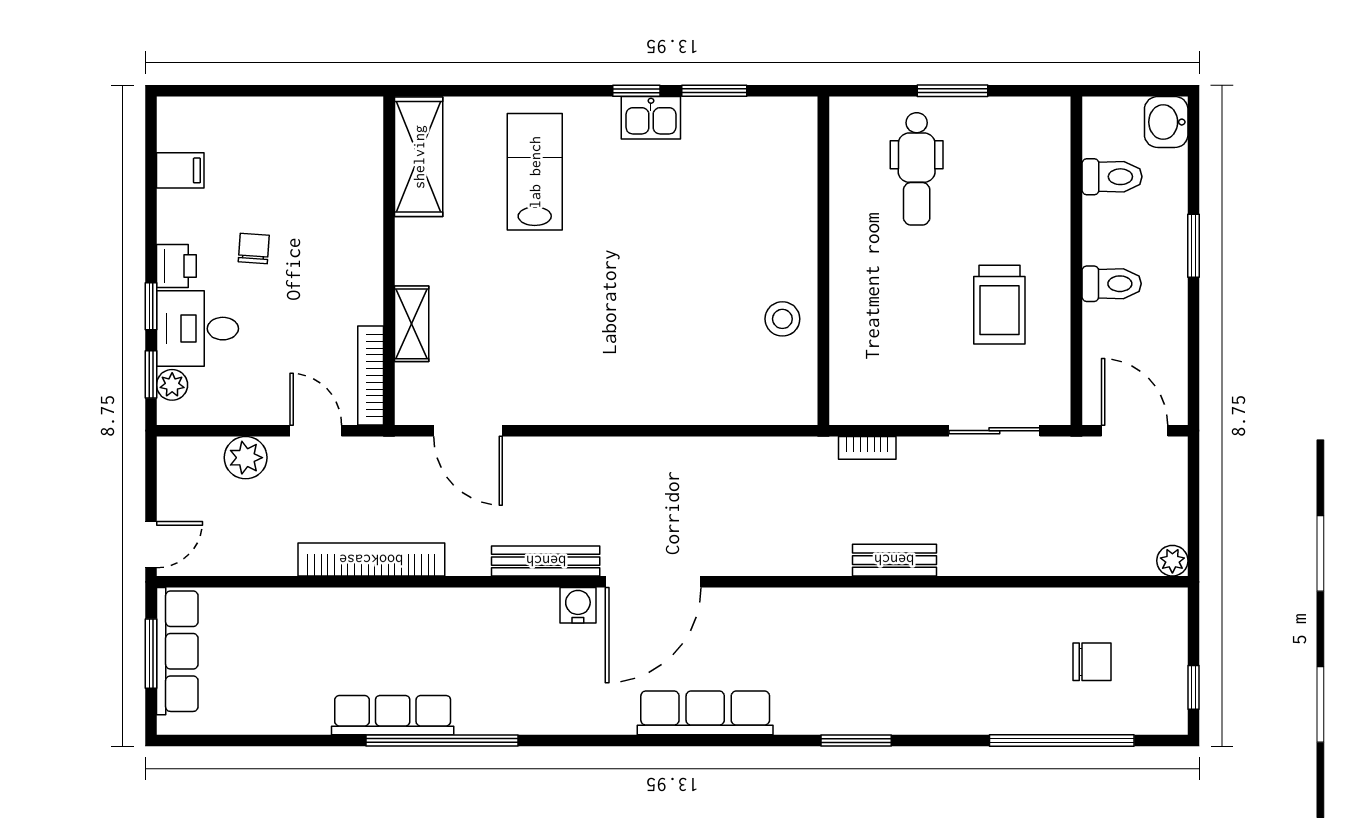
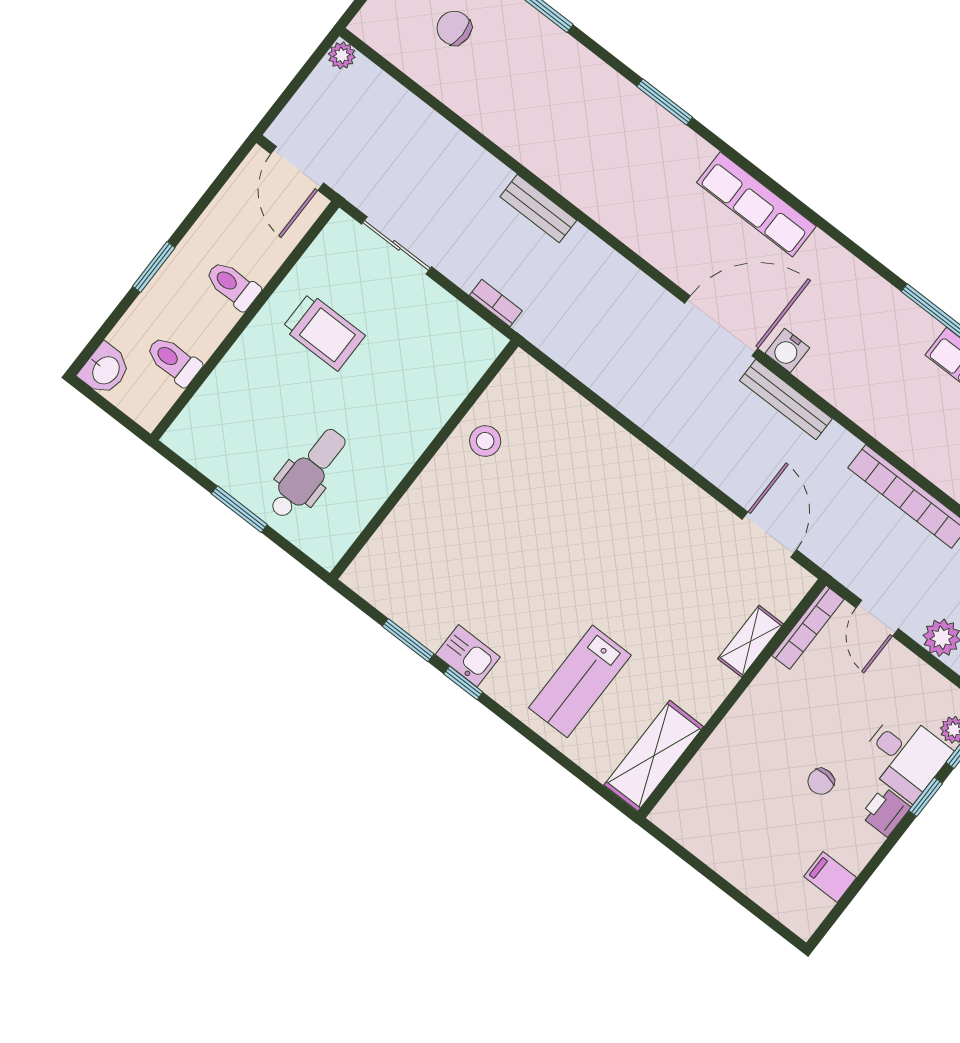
trolley: (999, 305) -> (324, 332), turned 90

